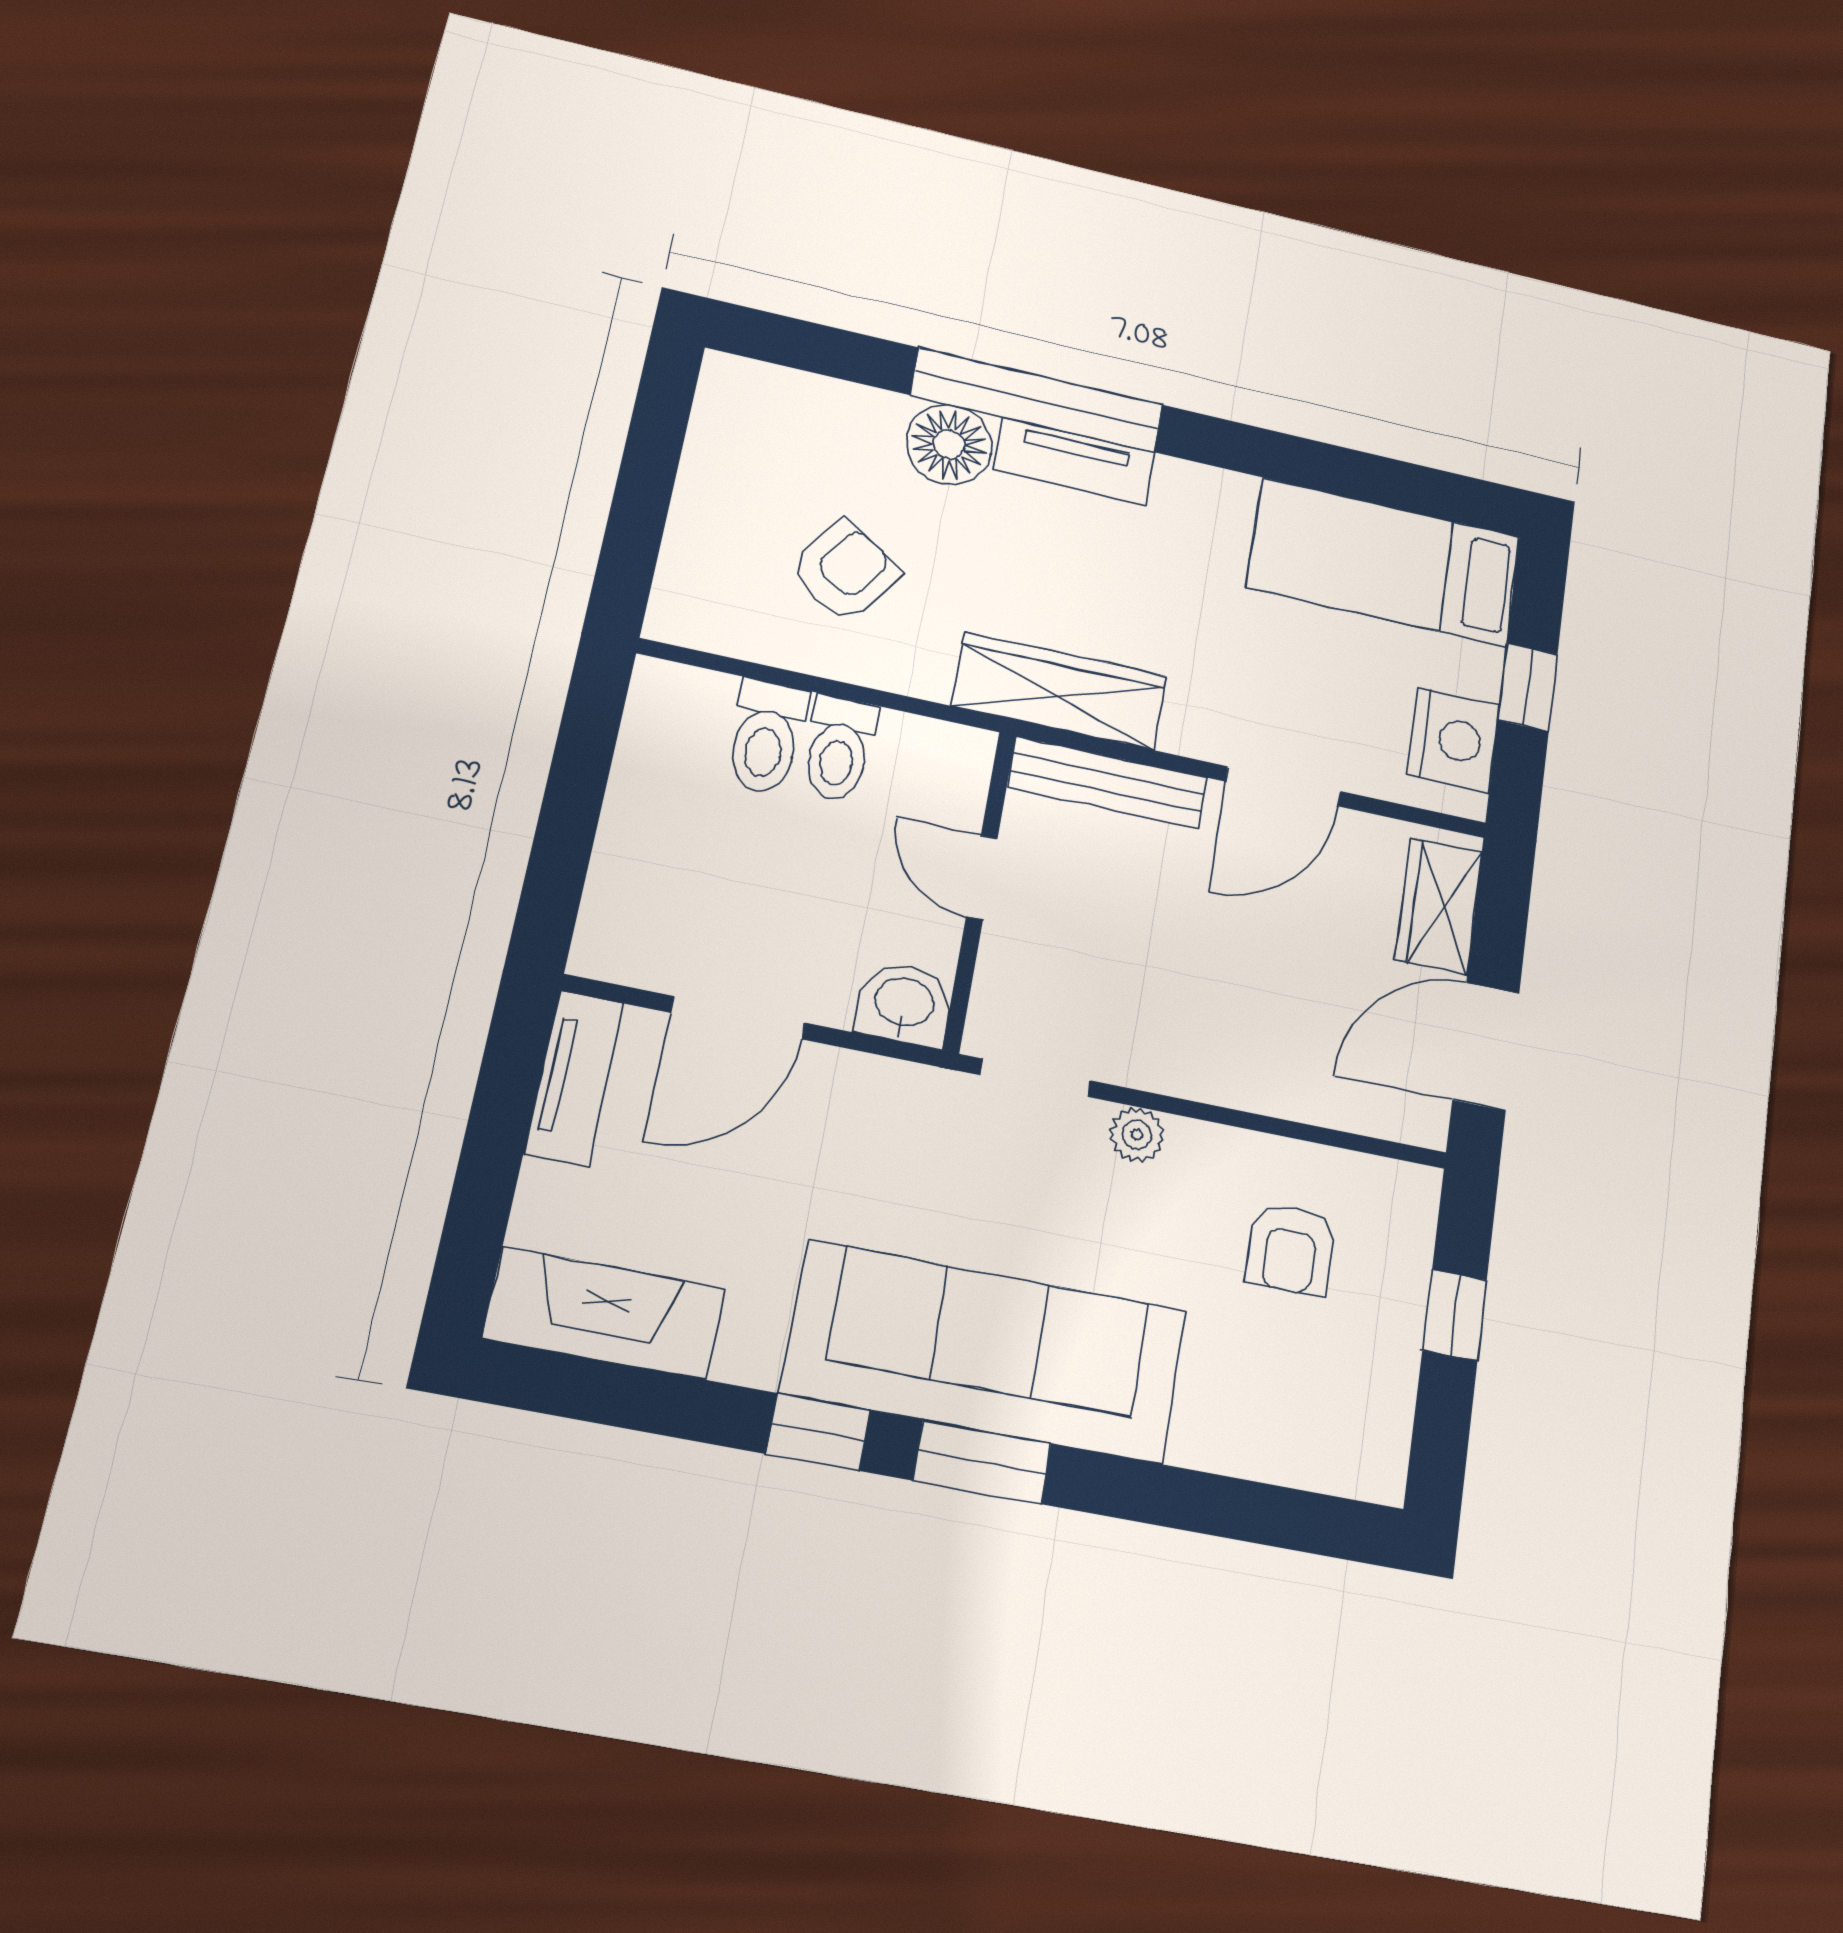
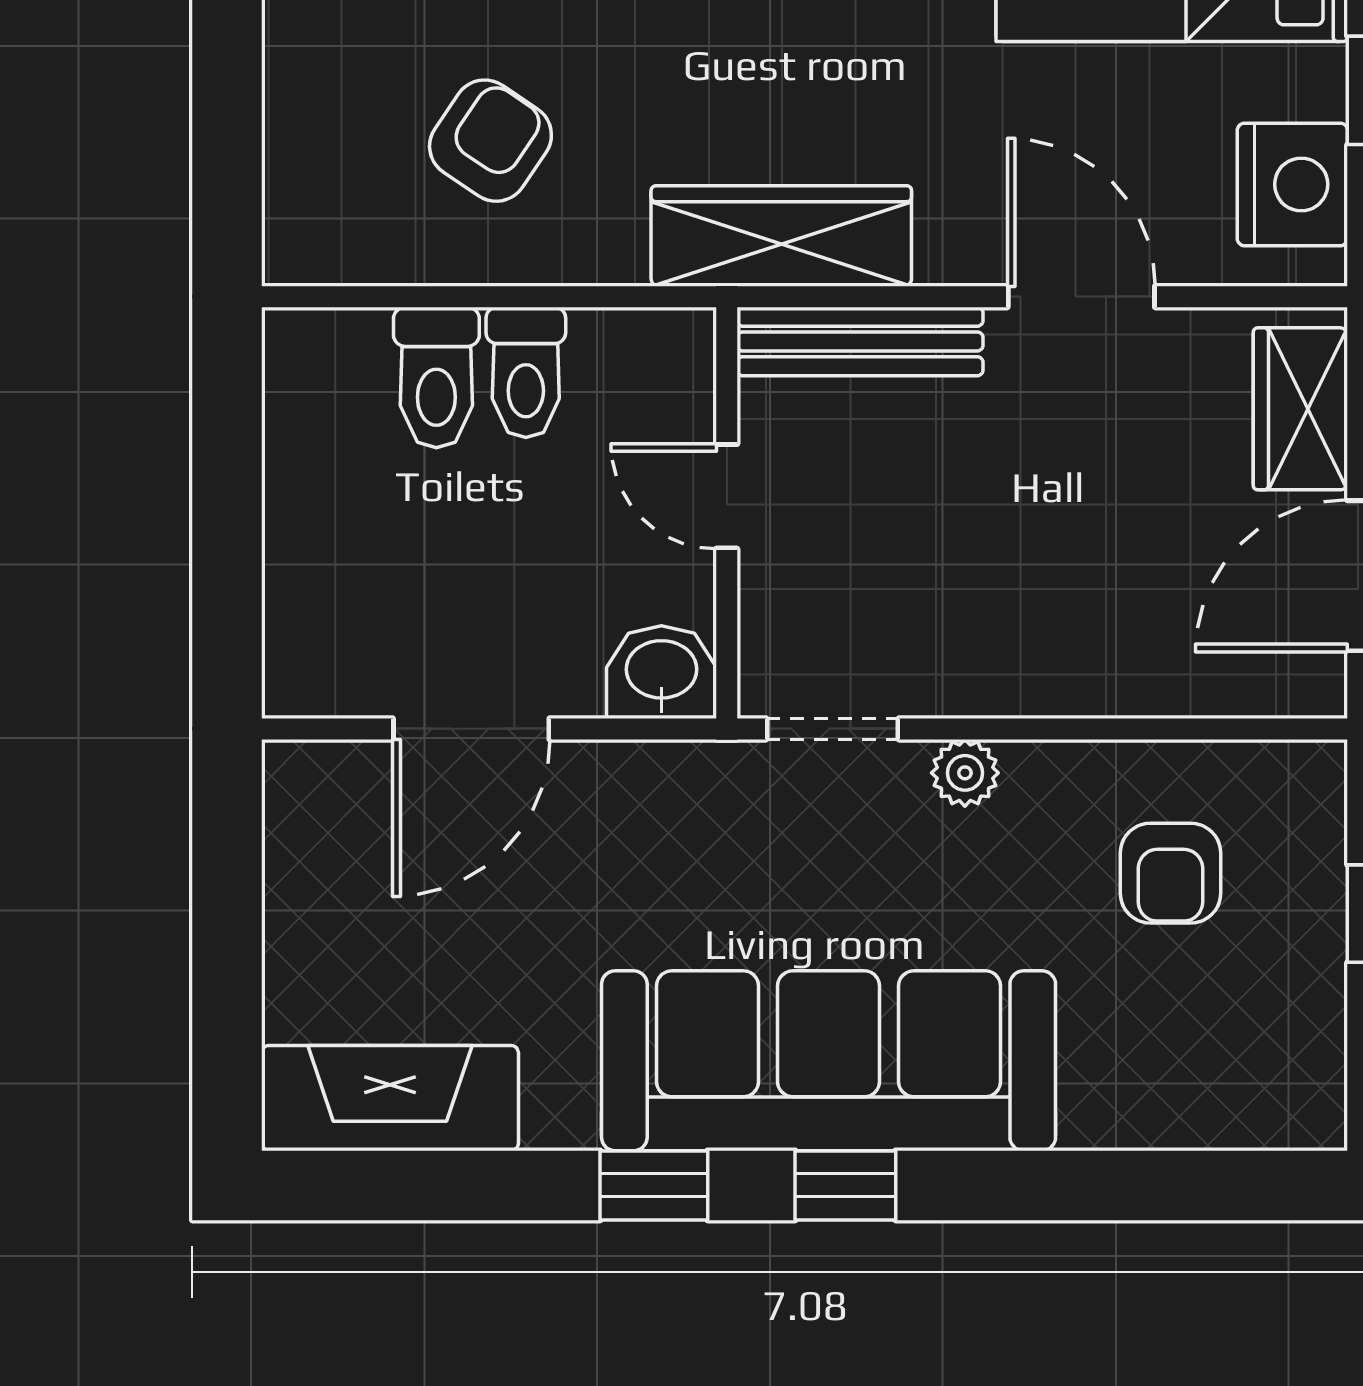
door: (1283, 786) -> (1081, 297), swing flipped
tv unit: (574, 1078) -> (299, 838), removed
window: (982, 1462) -> (845, 1185), width x0.67

